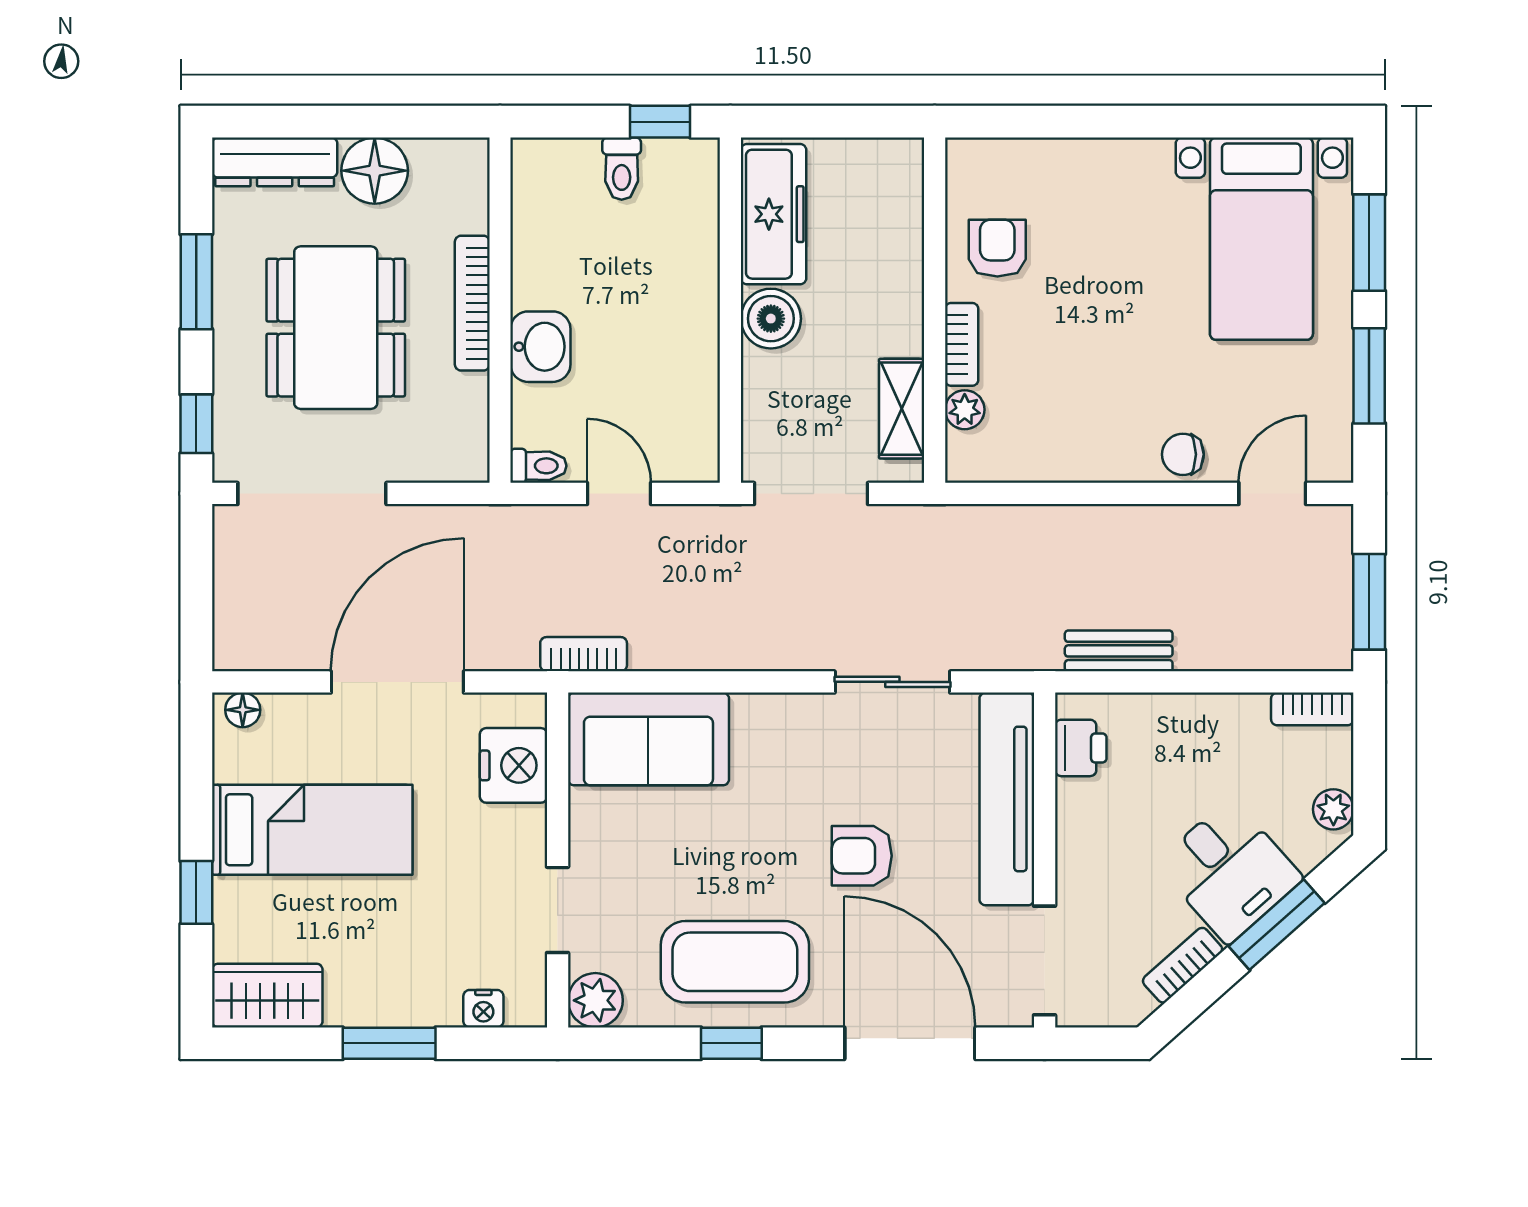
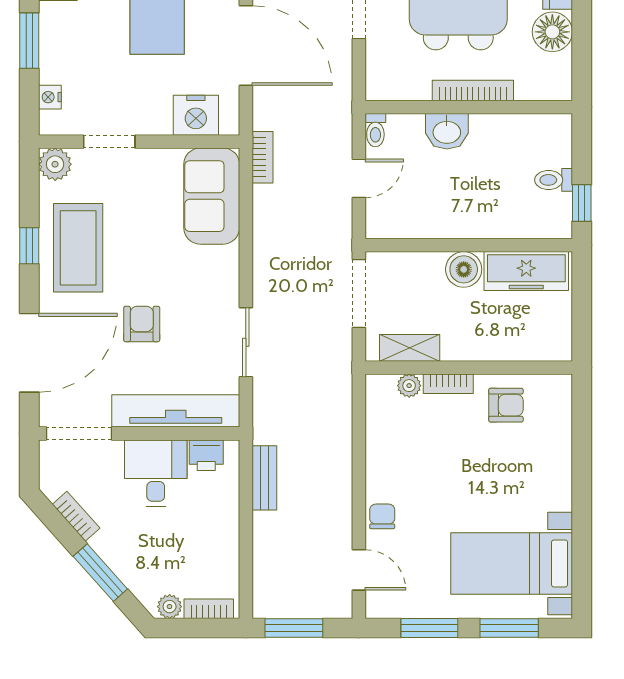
bookcase: (1312, 709) -> (209, 609), moved, turned 90
desk: (1229, 871) -> (156, 473), moved, turned 132

